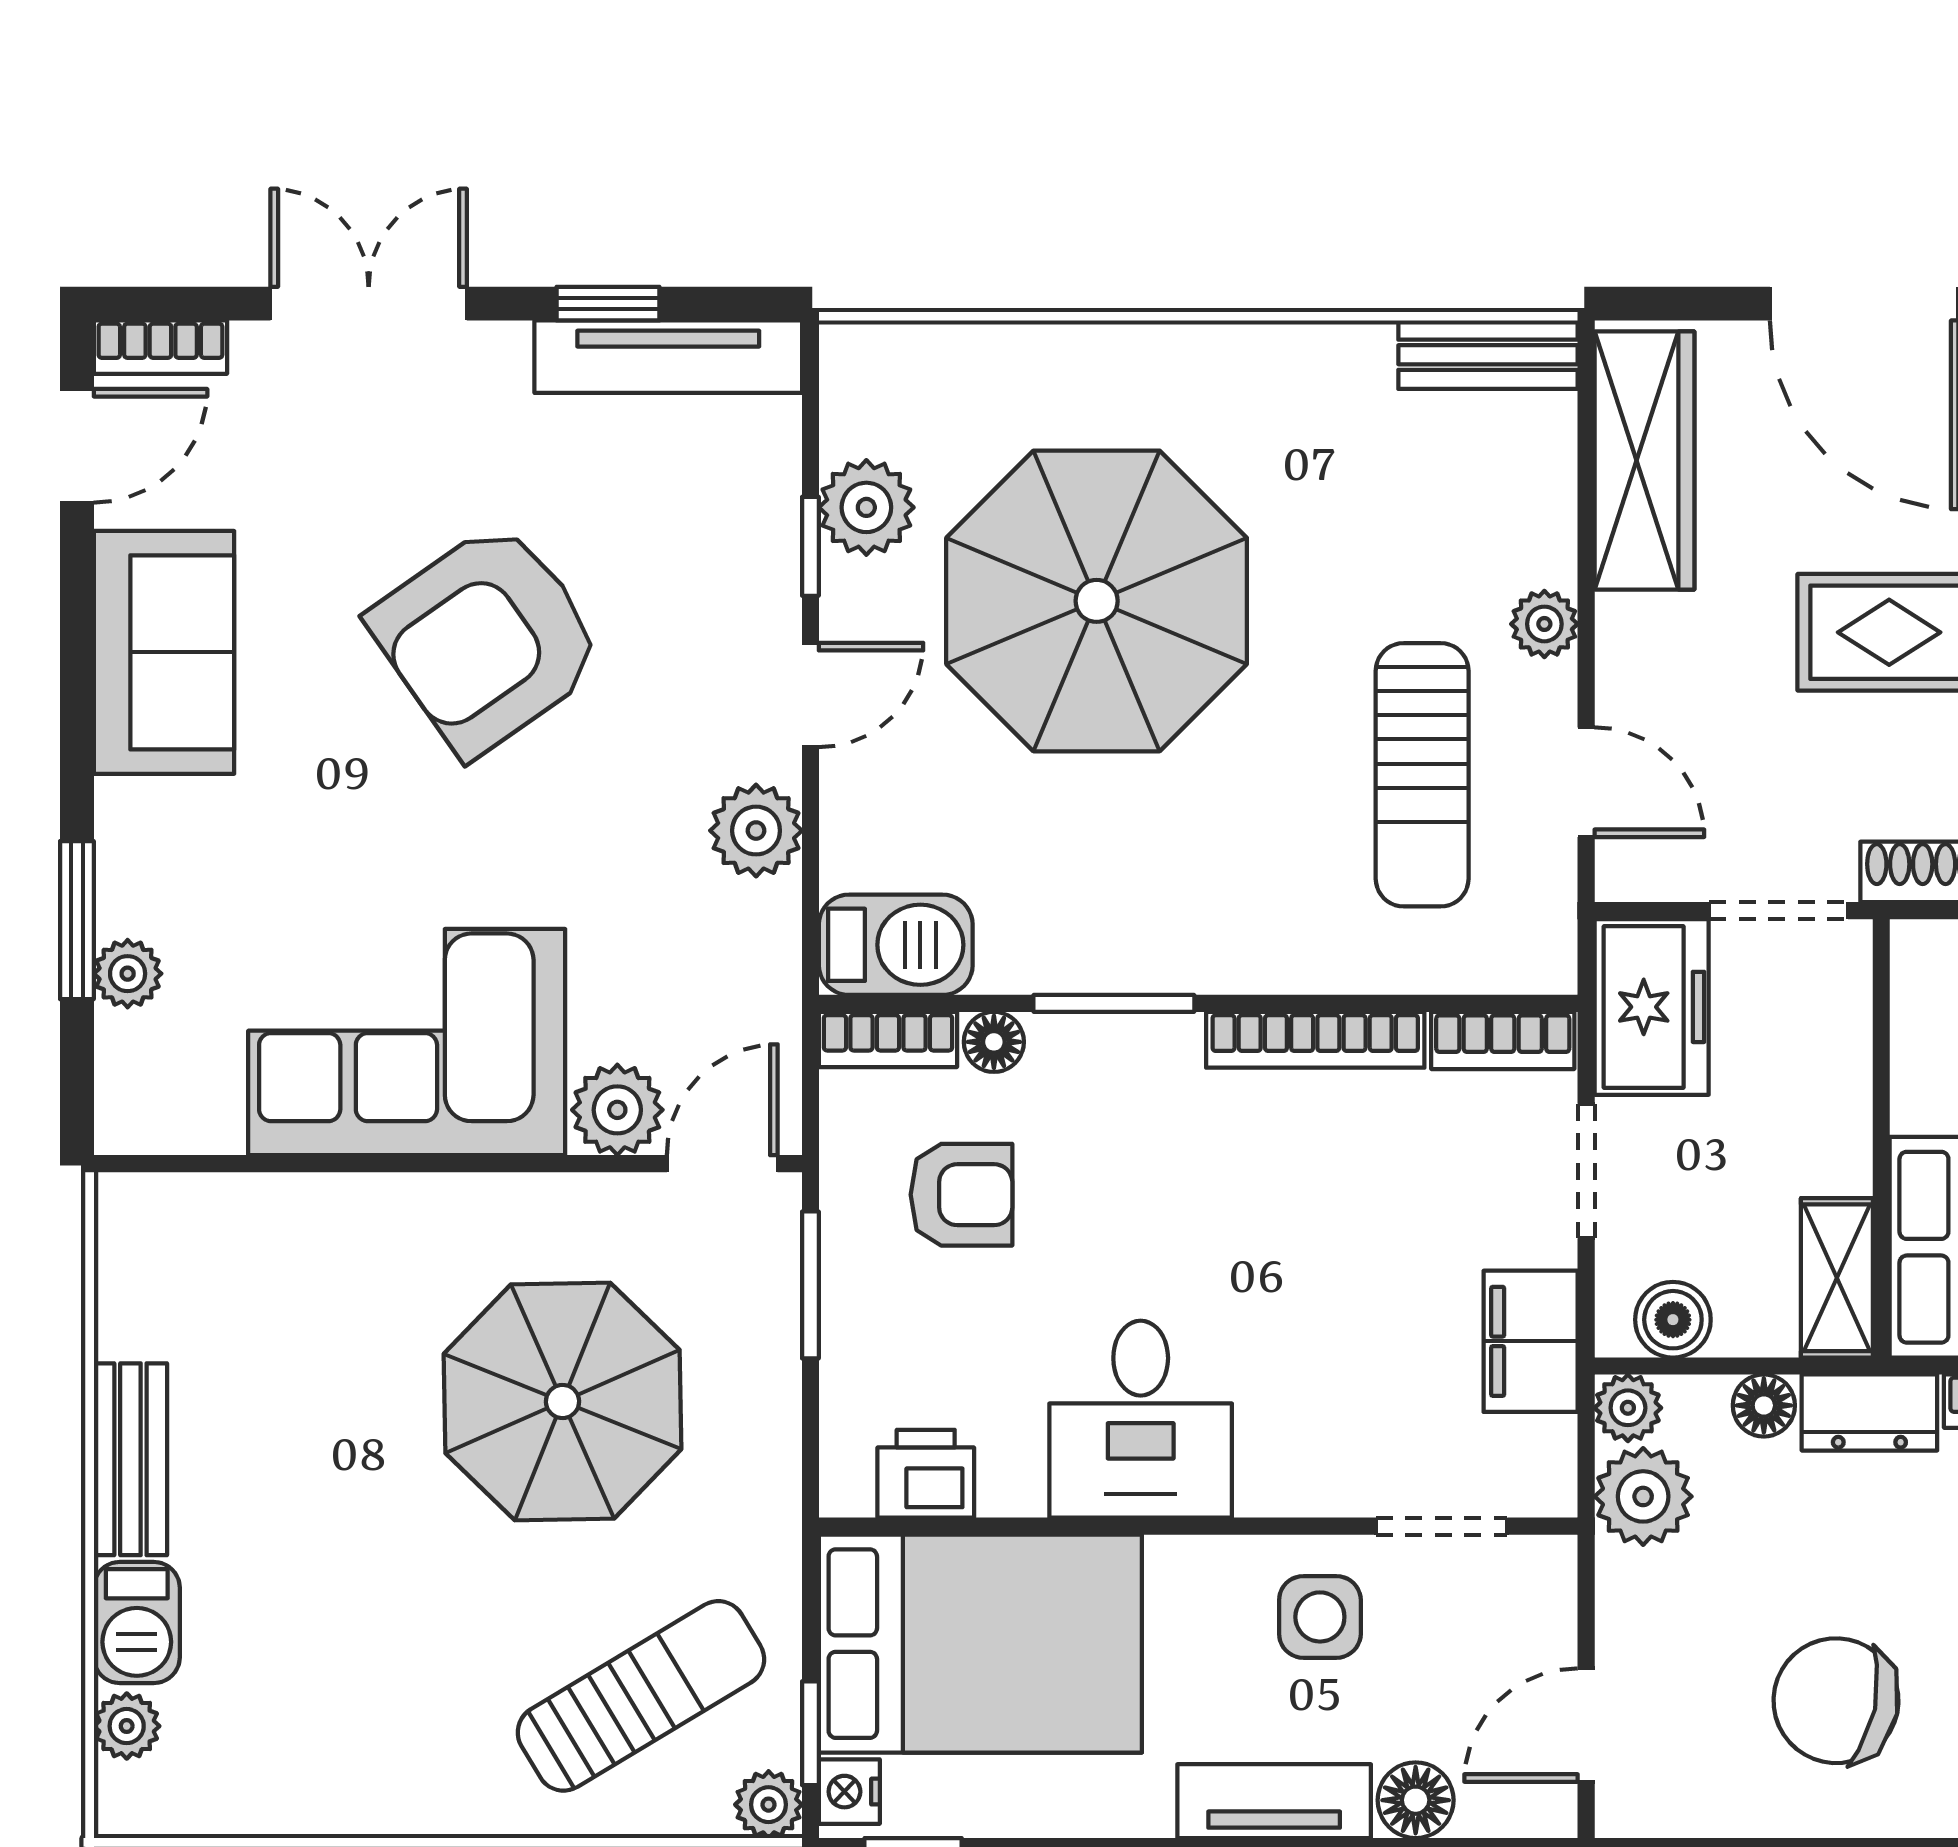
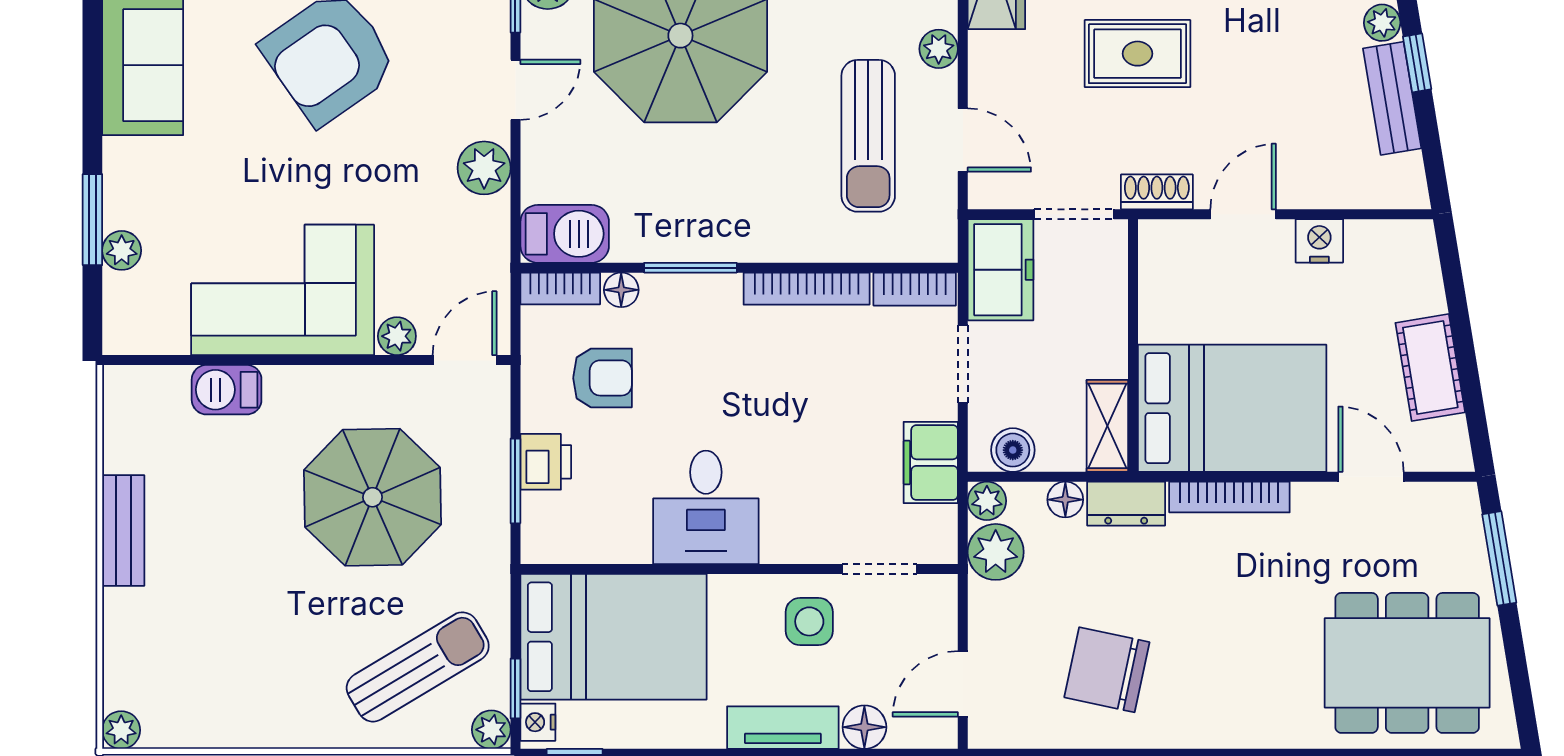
plant: (617, 1110) -> (397, 336), width x0.73, depth x0.73
window: (810, 1285) -> (515, 481), moved
printer: (926, 1474) -> (546, 462), moved, turned 90
barbecue: (137, 1622) -> (227, 390), moved, turned 90
plant: (127, 1726) -> (121, 730), moved

